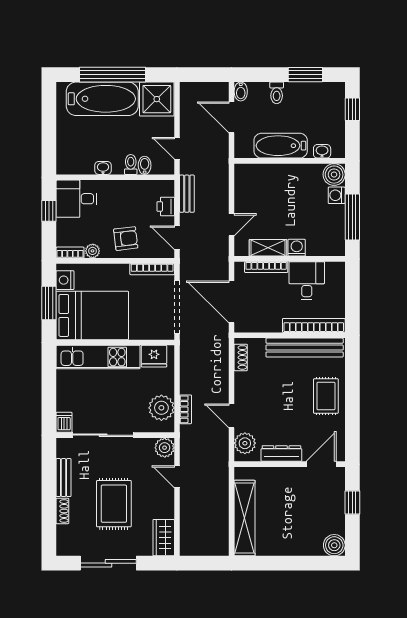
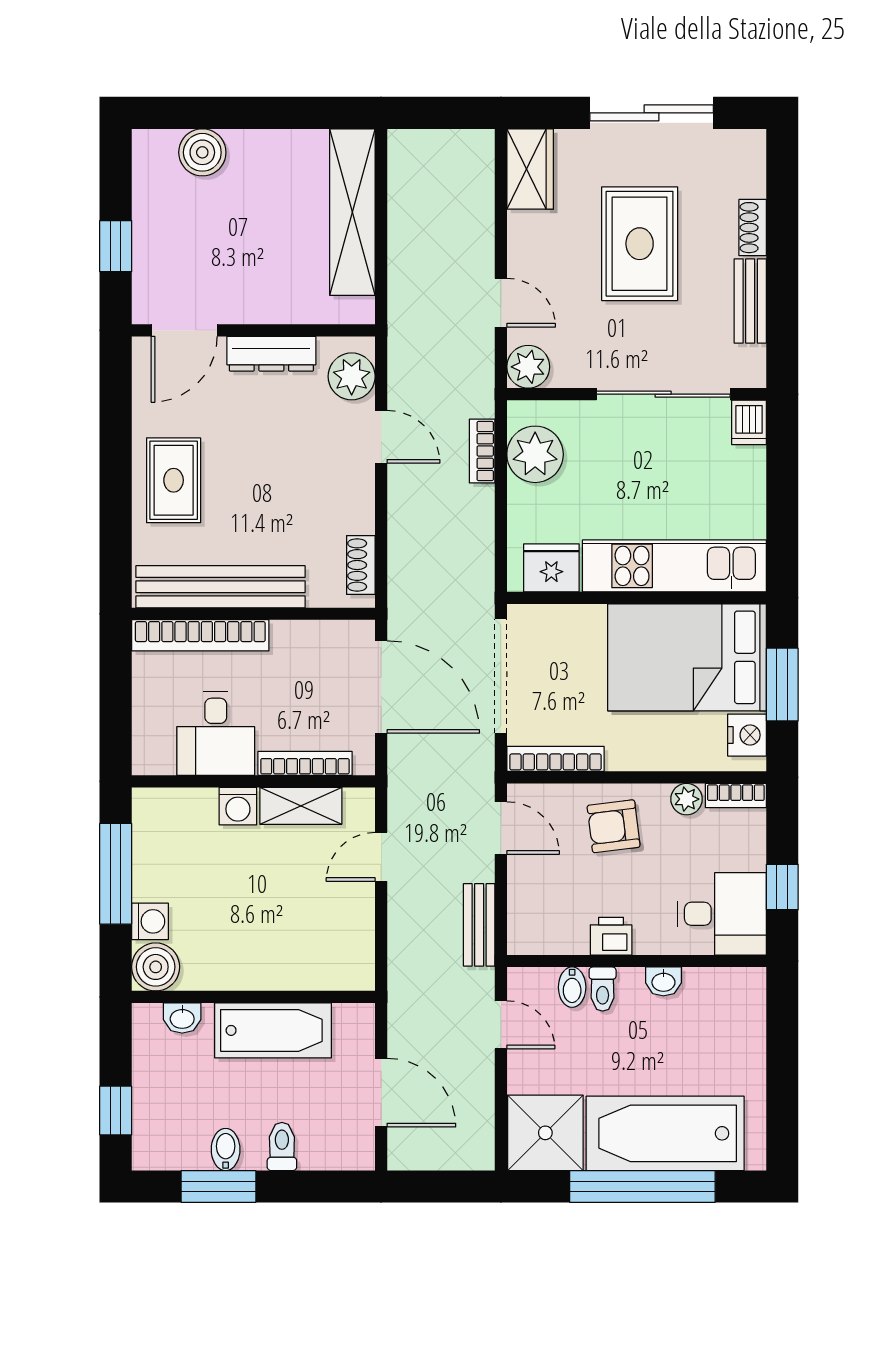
bidet: (241, 91) -> (226, 1149), moved
printer: (166, 206) -> (611, 936), moved, turned -90
boiler: (334, 545) -> (202, 152), moved

